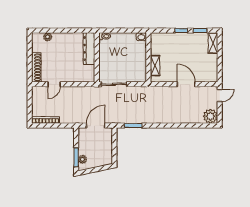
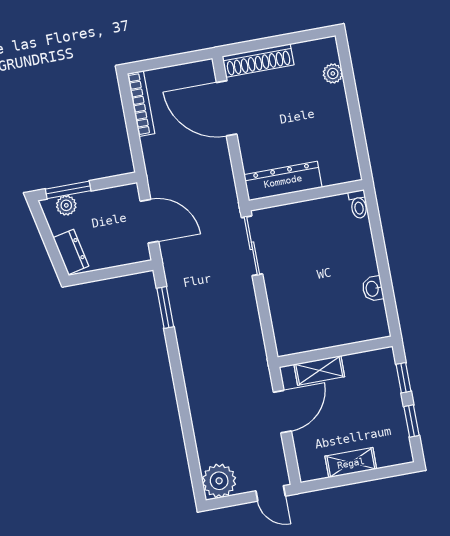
shelving: (213, 43) -> (351, 463), moved
dresser: (89, 49) -> (283, 181), moved
wall: (148, 57) -> (335, 352), moved
shelving: (155, 66) -> (319, 370), moved
door: (54, 84) -> (227, 108), width x1.87
dresser: (103, 161) -> (71, 252), added

